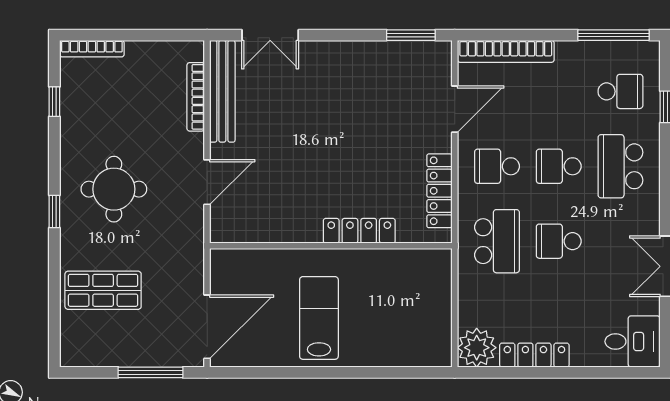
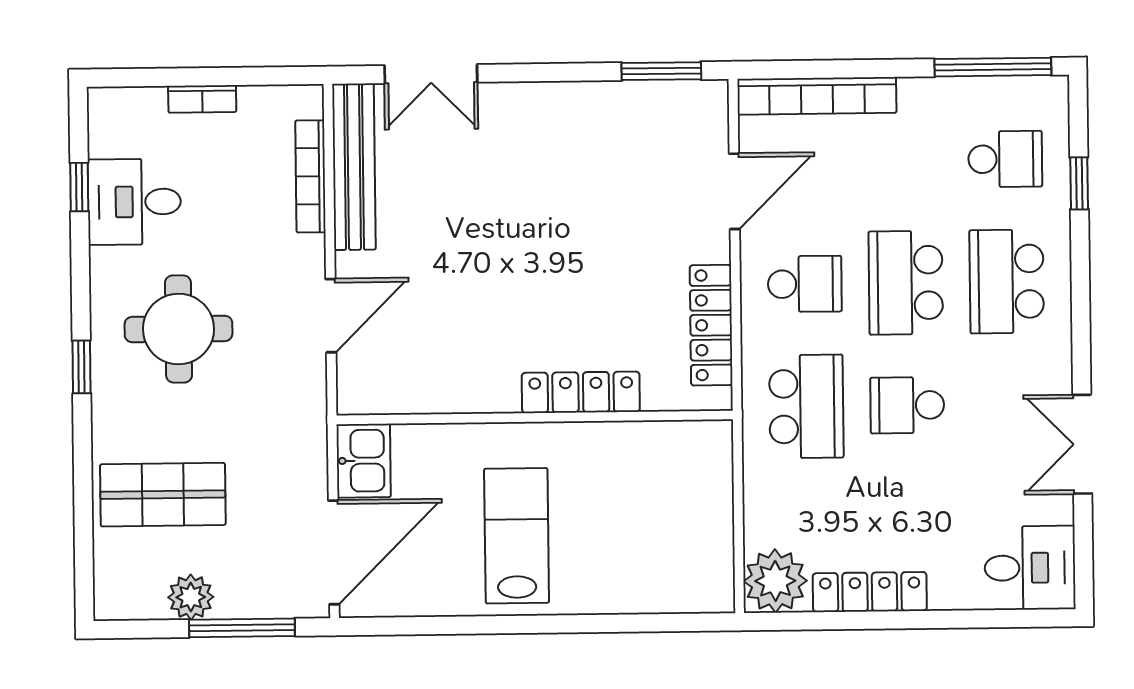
bookcase: (92, 49) -> (202, 99), moved, width x0.64
desk: (88, 111) -> (134, 202), added
school desk: (497, 166) -> (805, 284), turned 180
school desk: (559, 166) -> (906, 283), width x1.85
kitchen sink: (226, 271) -> (364, 461), added
plant: (119, 353) -> (191, 597), added

